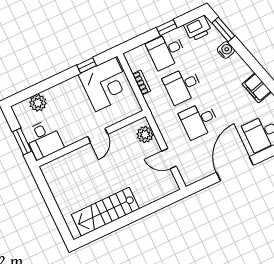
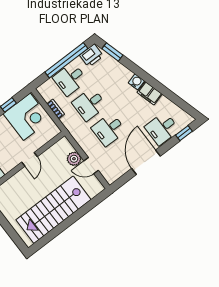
window: (167, 28) -> (66, 60), width x3.17
water cooler: (226, 50) -> (136, 82), moved
plant: (145, 135) -> (74, 159), moved
stairs: (105, 212) -> (54, 210), width x1.36, depth x1.51

